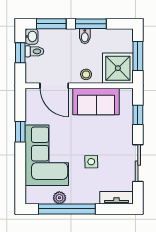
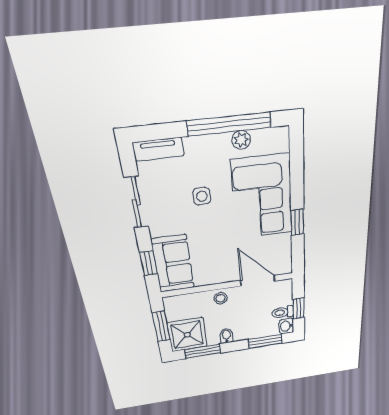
window: (91, 24) -> (203, 351), moved
shower: (118, 68) -> (187, 335), moved
sofa: (96, 101) -> (173, 264), moved, turned 90

